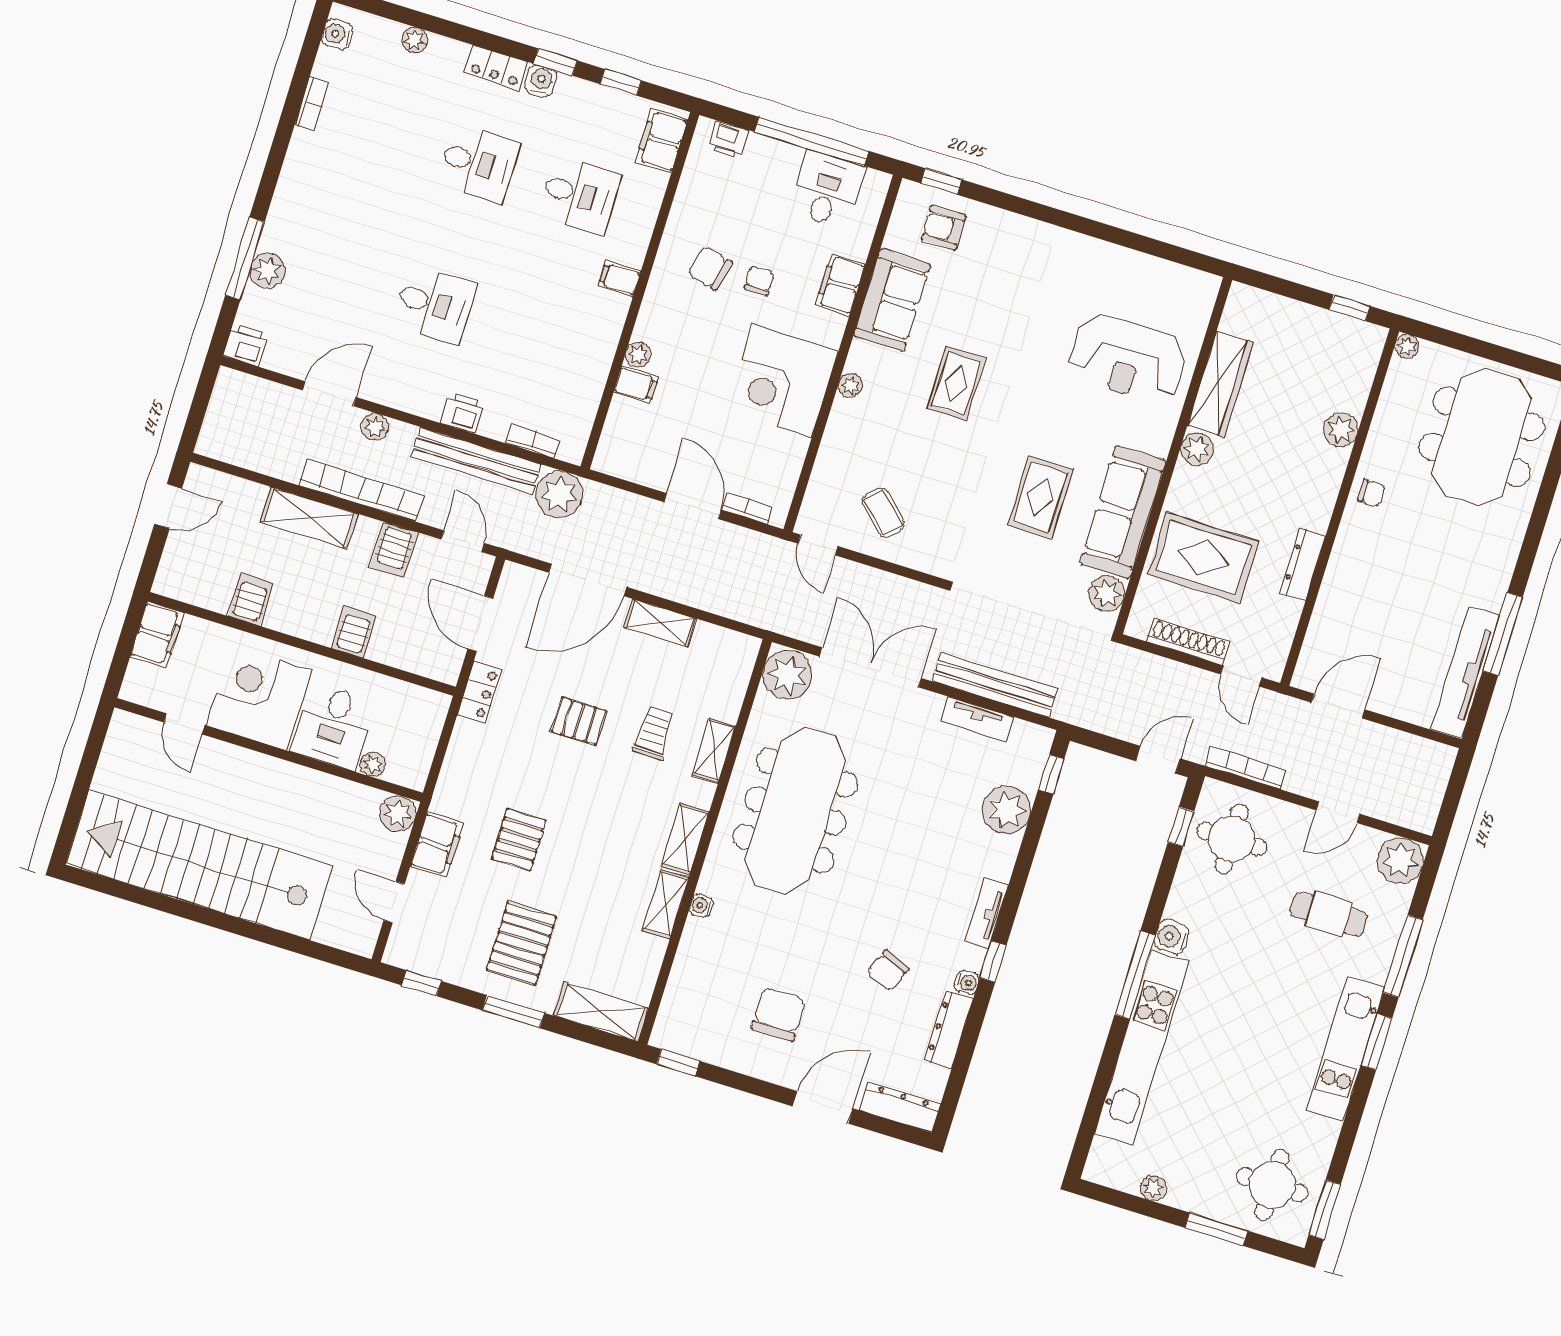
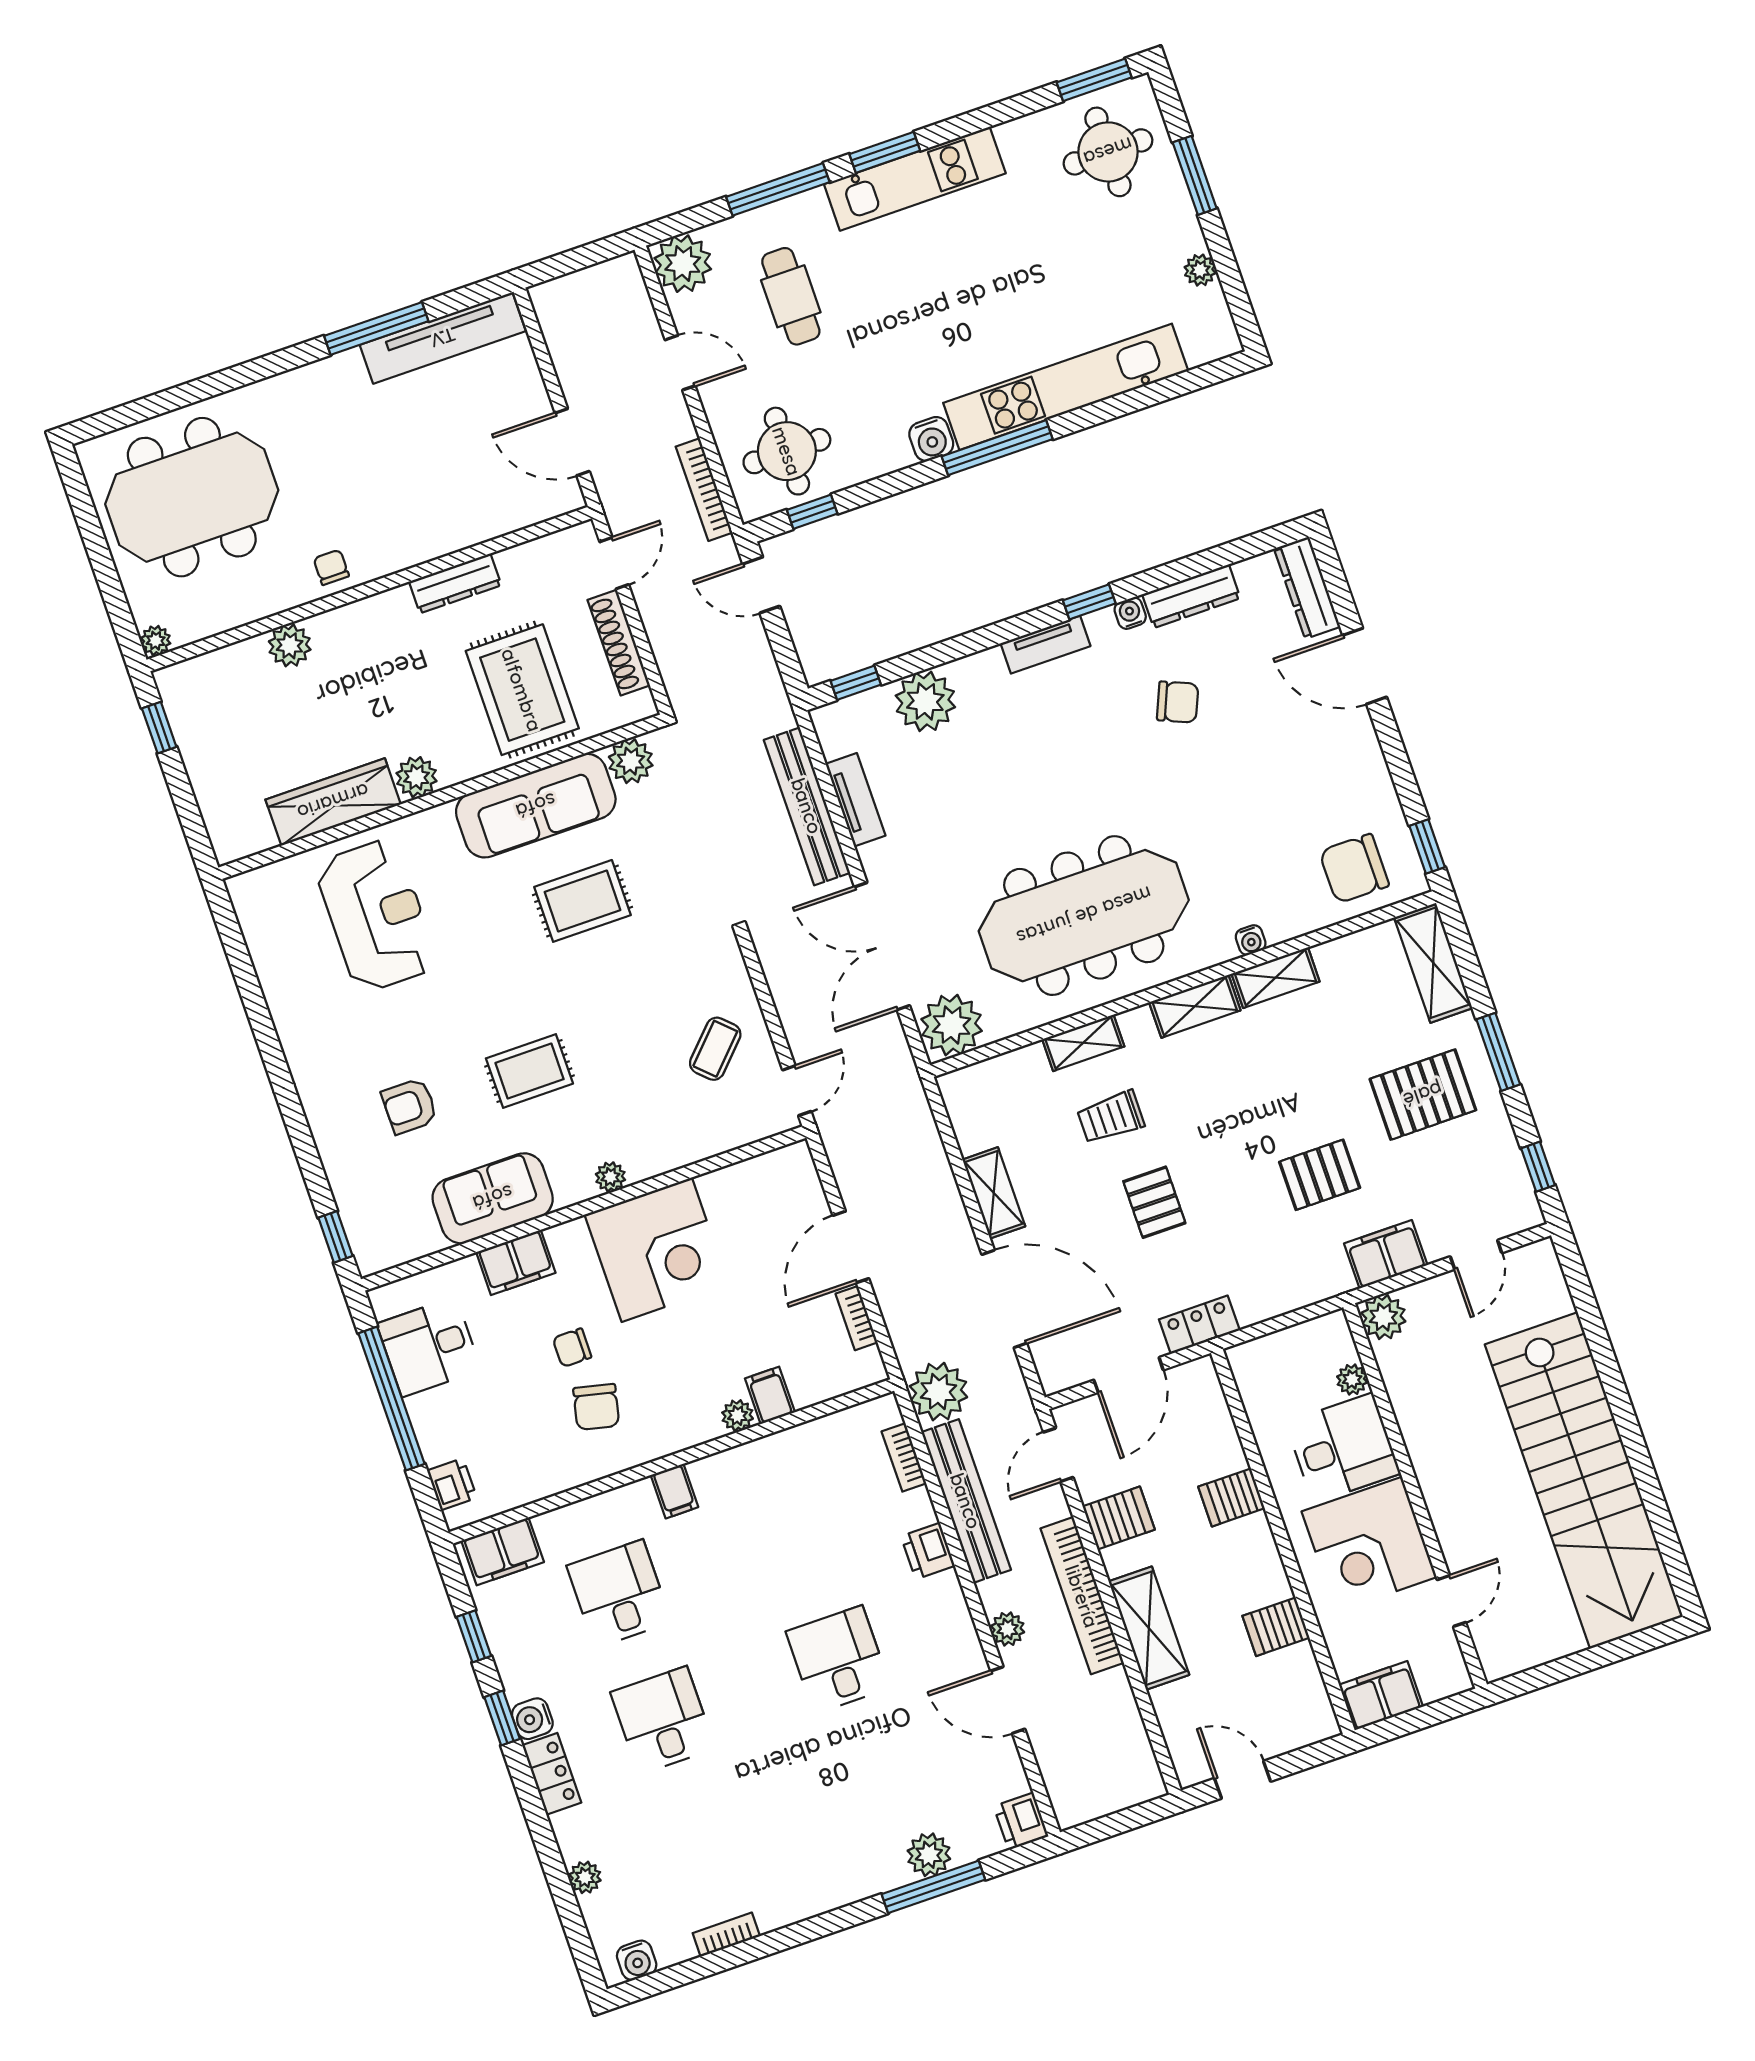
armchair: (943, 228) -> (410, 1106), moved, turned 90
bookcase: (747, 508) -> (856, 1318), moved
chair: (779, 1014) -> (1354, 869), moved

